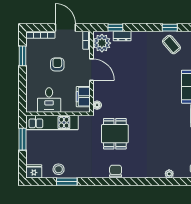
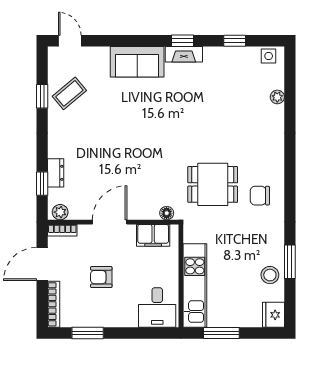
plant: (102, 43) -> (60, 212), width x0.53, depth x0.53
desk: (49, 100) -> (157, 307), moved, turned 90
chair: (116, 171) -> (260, 196), moved

